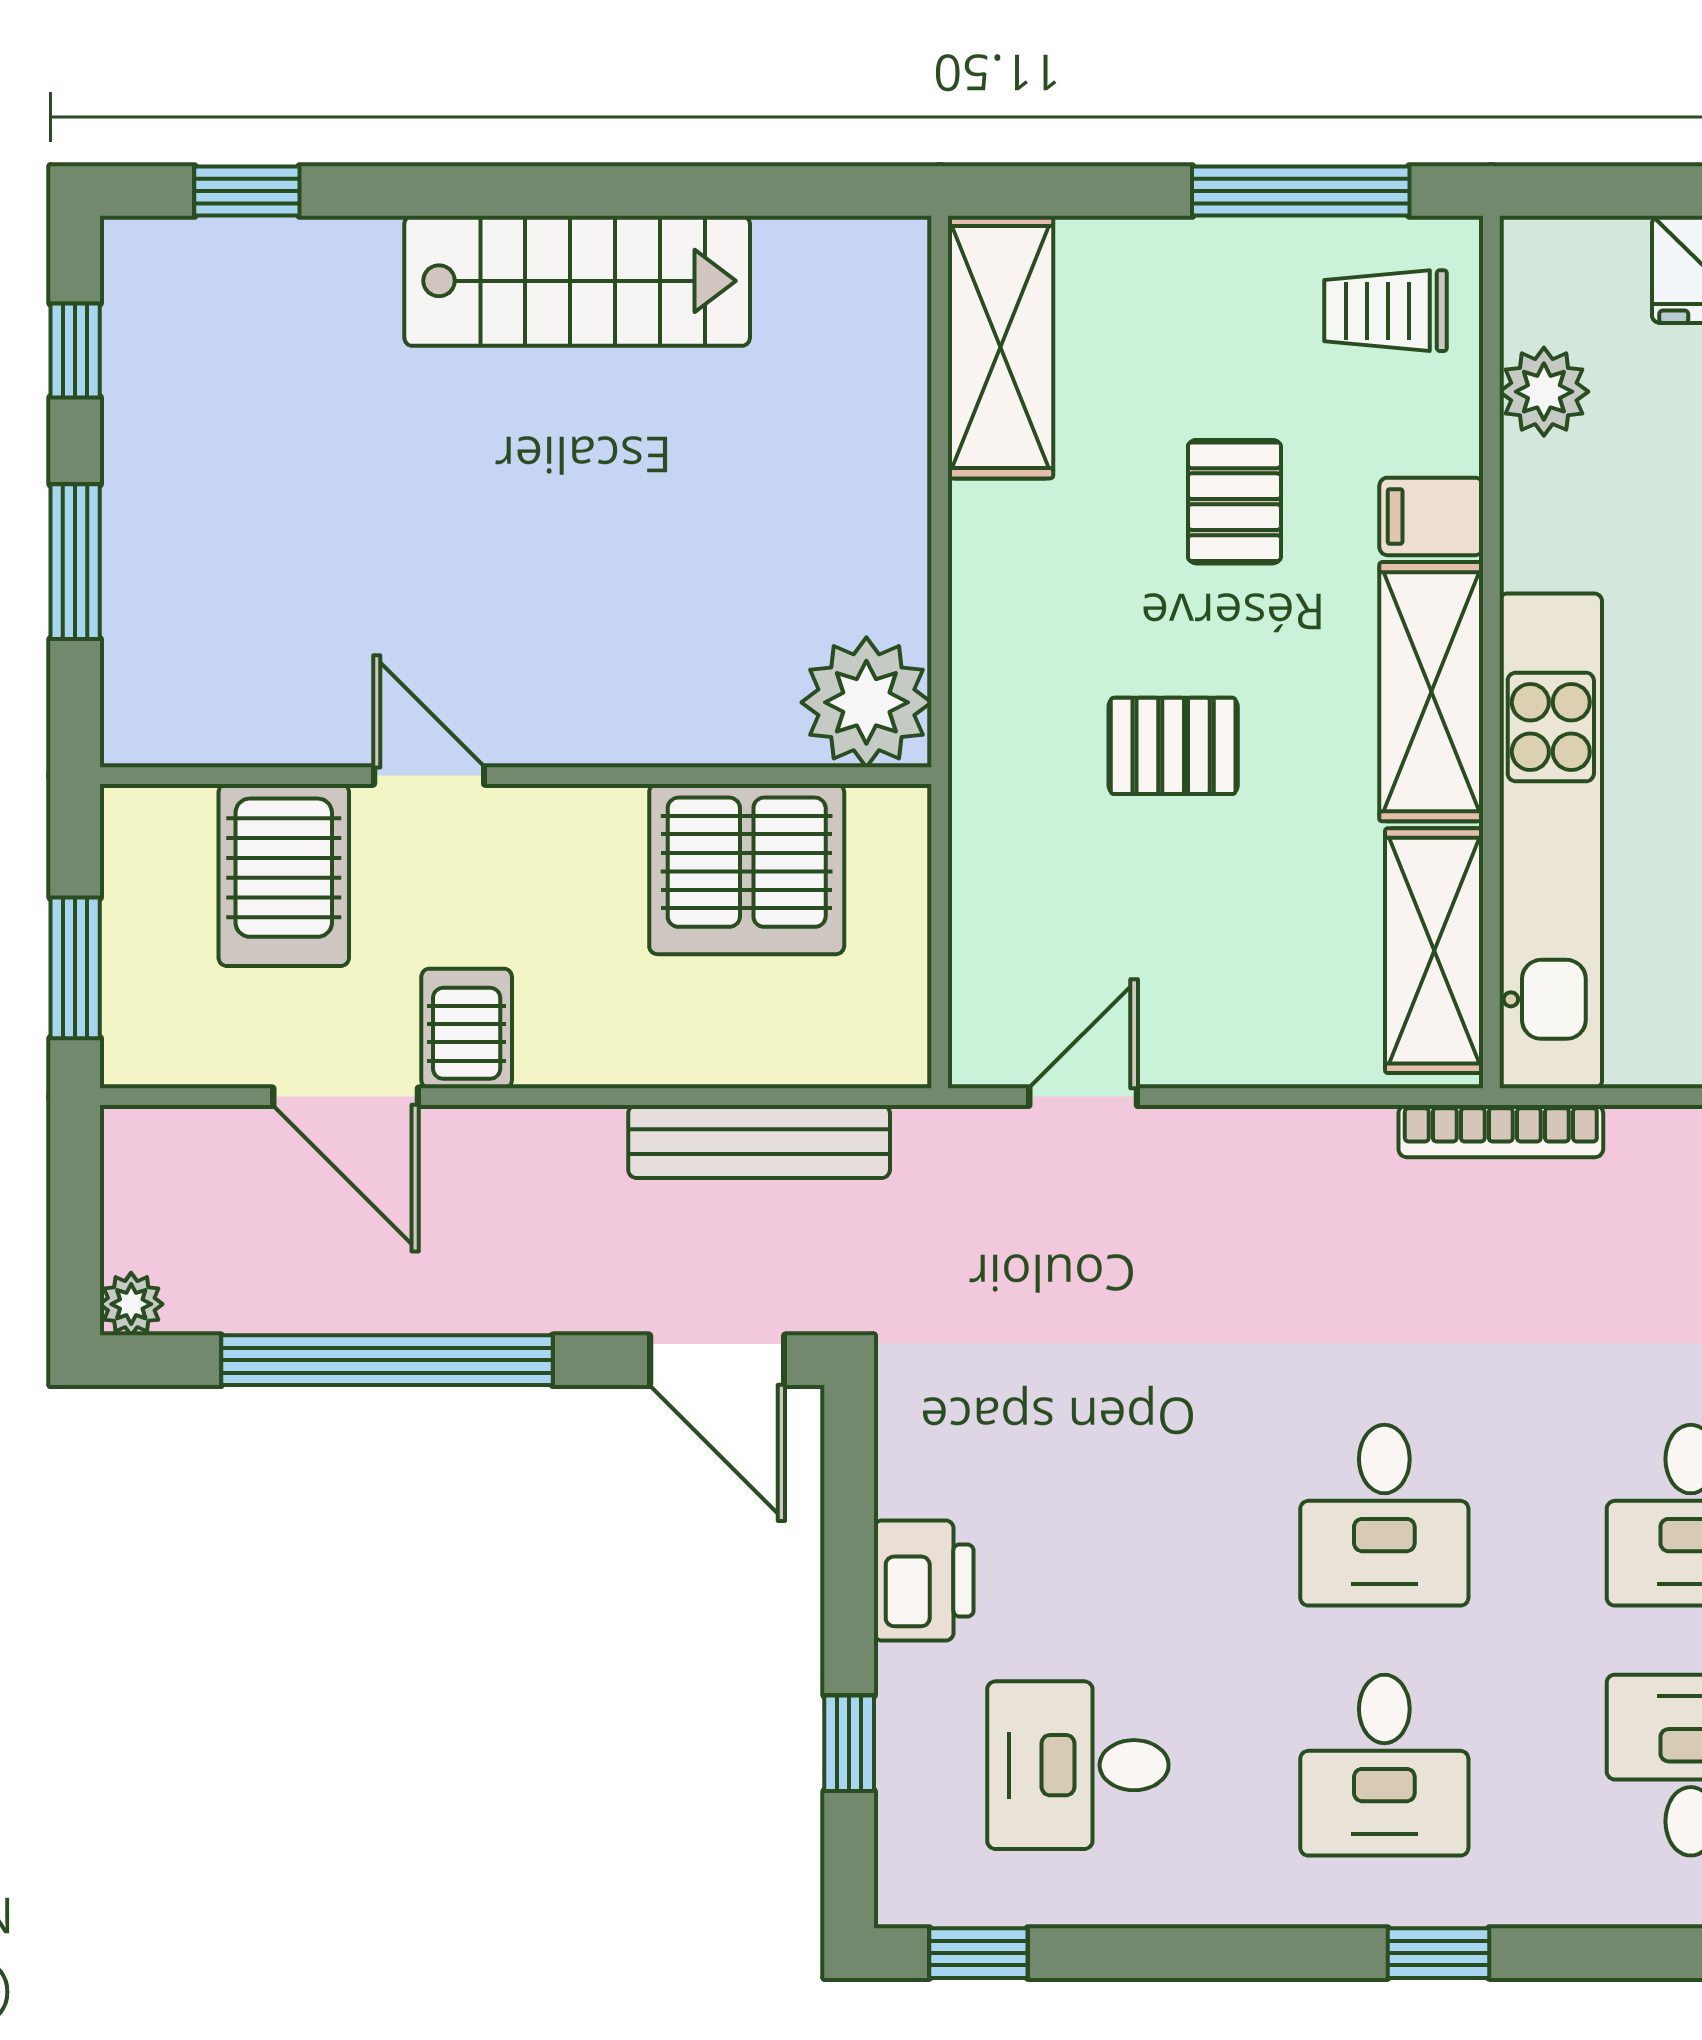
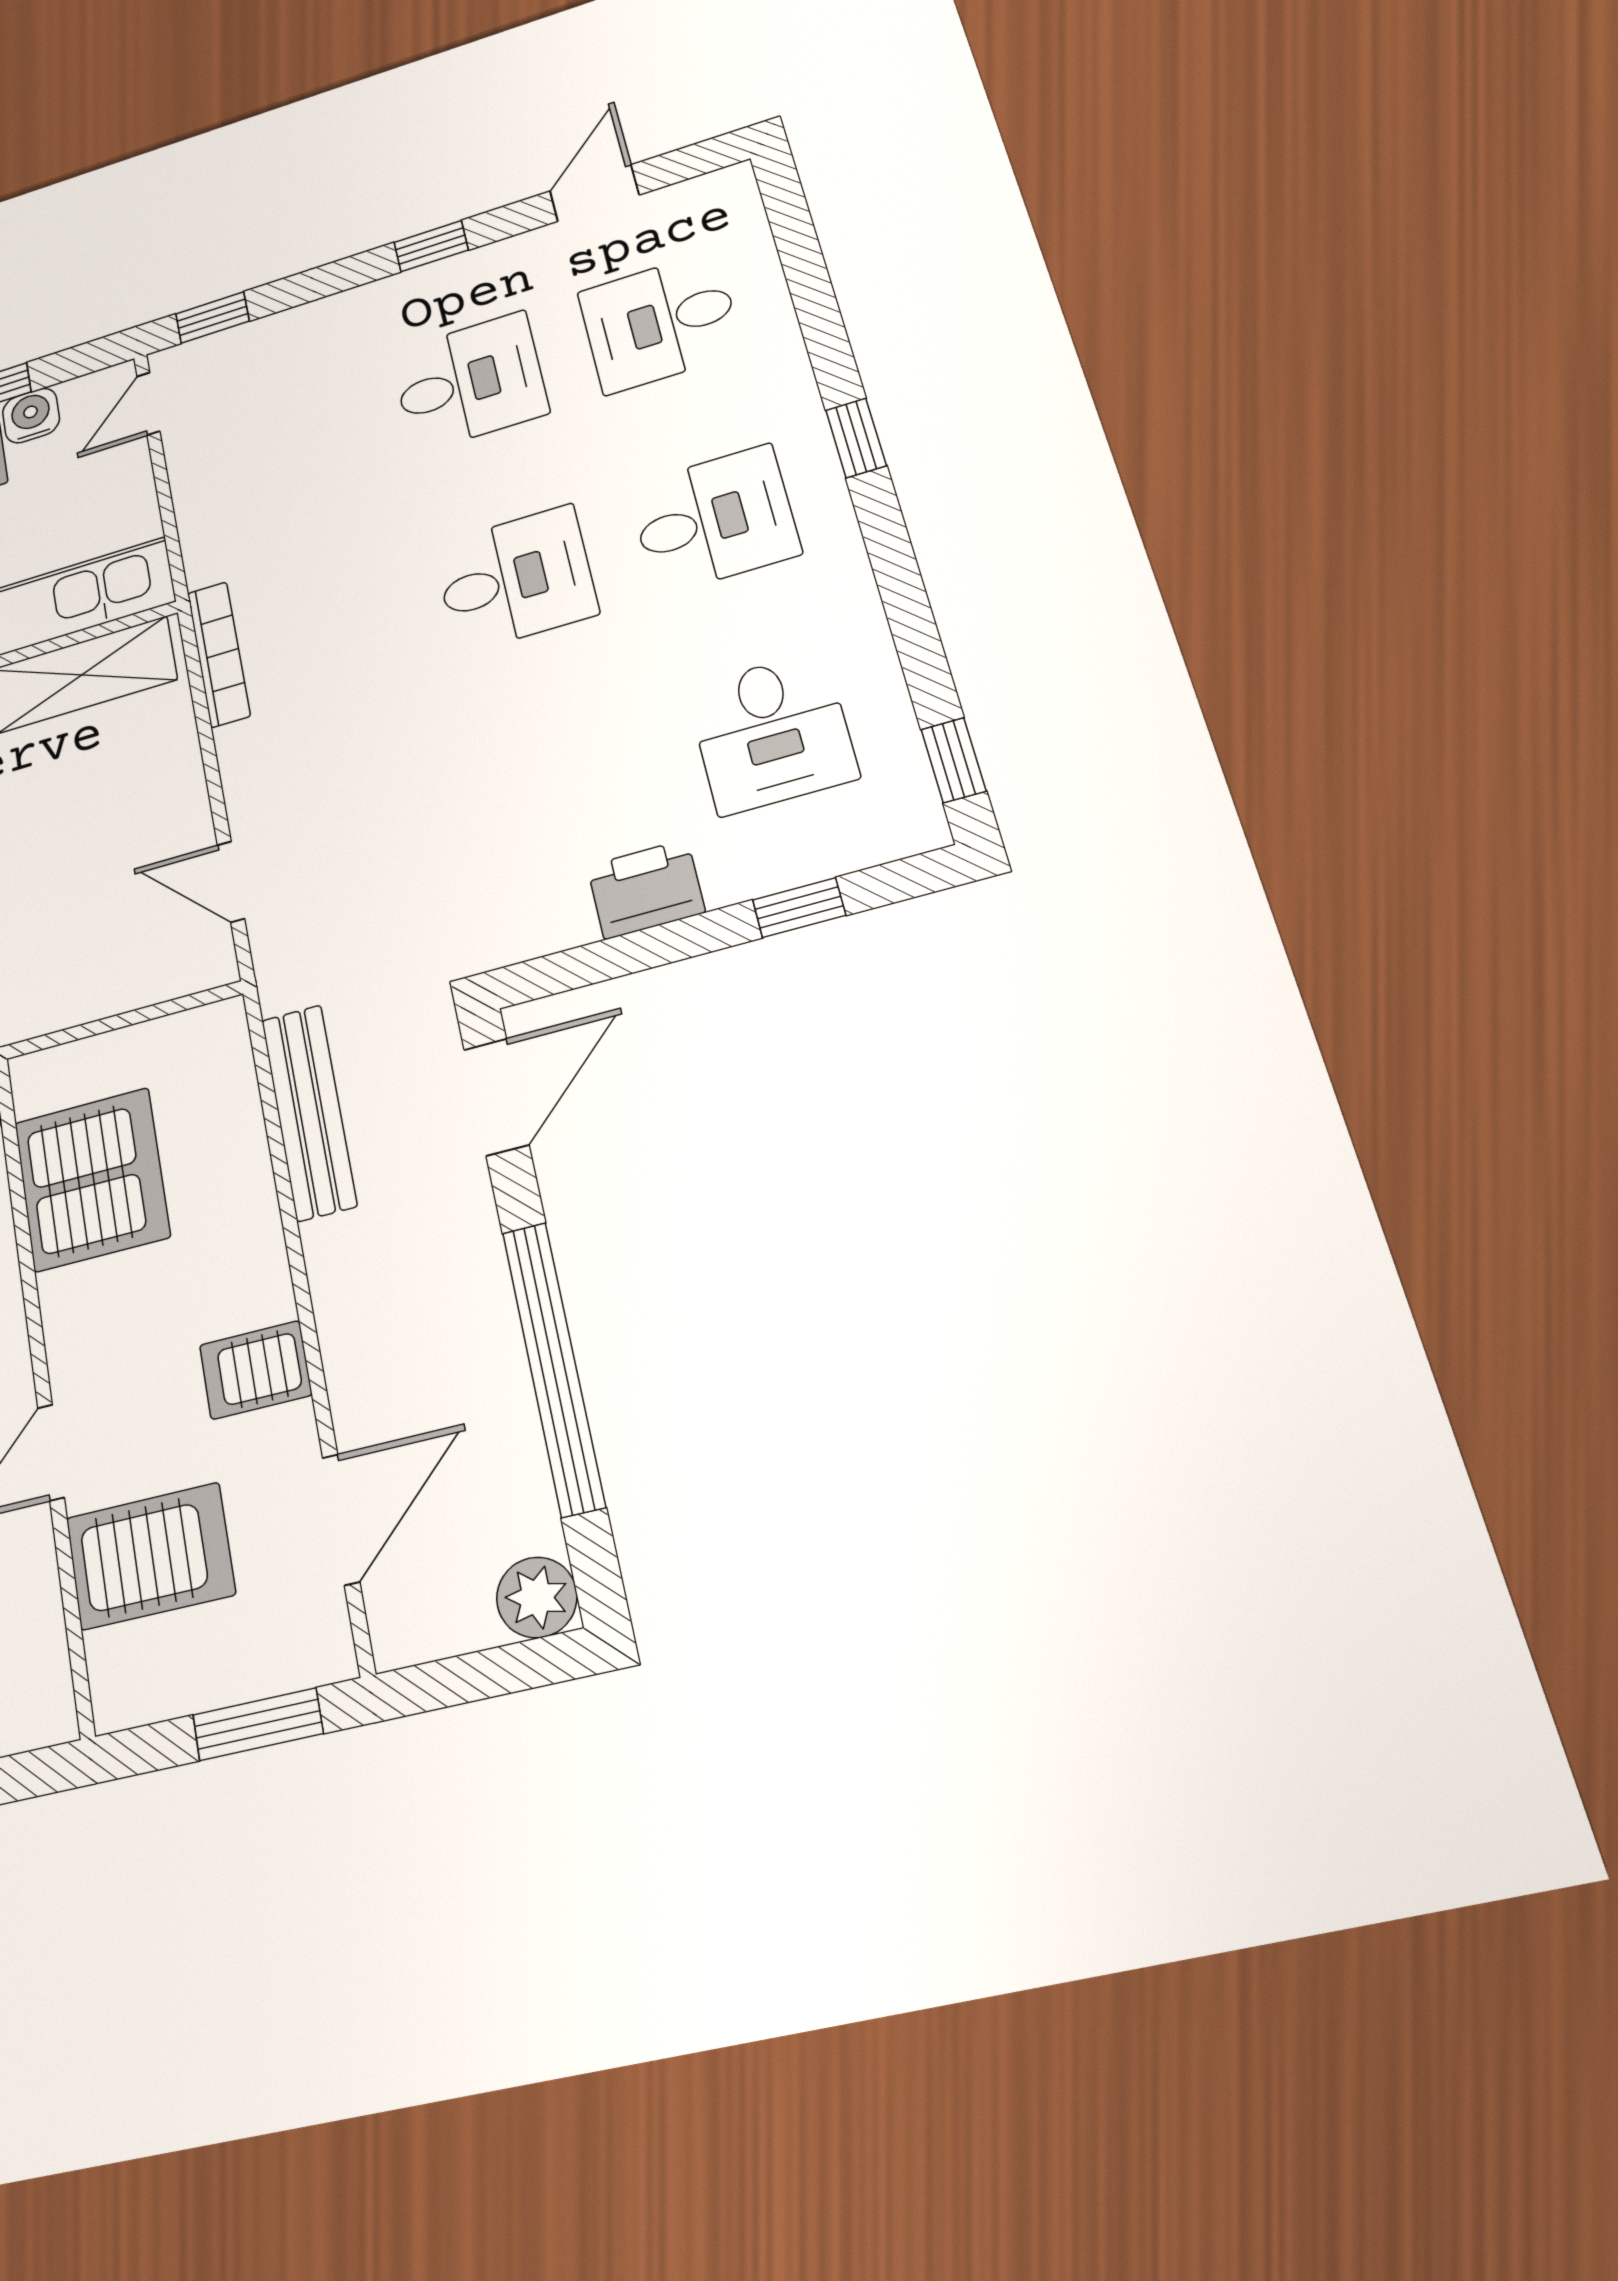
door: (346, 1097) -> (341, 1519), moved
bookcase: (1501, 1131) -> (219, 654), moved
plant: (131, 1304) -> (537, 1597), width x1.38, depth x1.38

